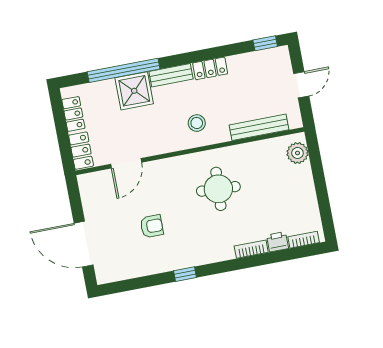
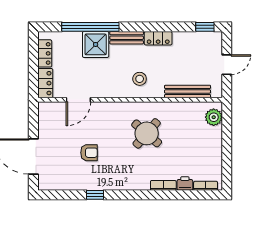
round table: (218, 189) -> (147, 133), turned 38
window: (185, 274) -> (95, 195), moved

